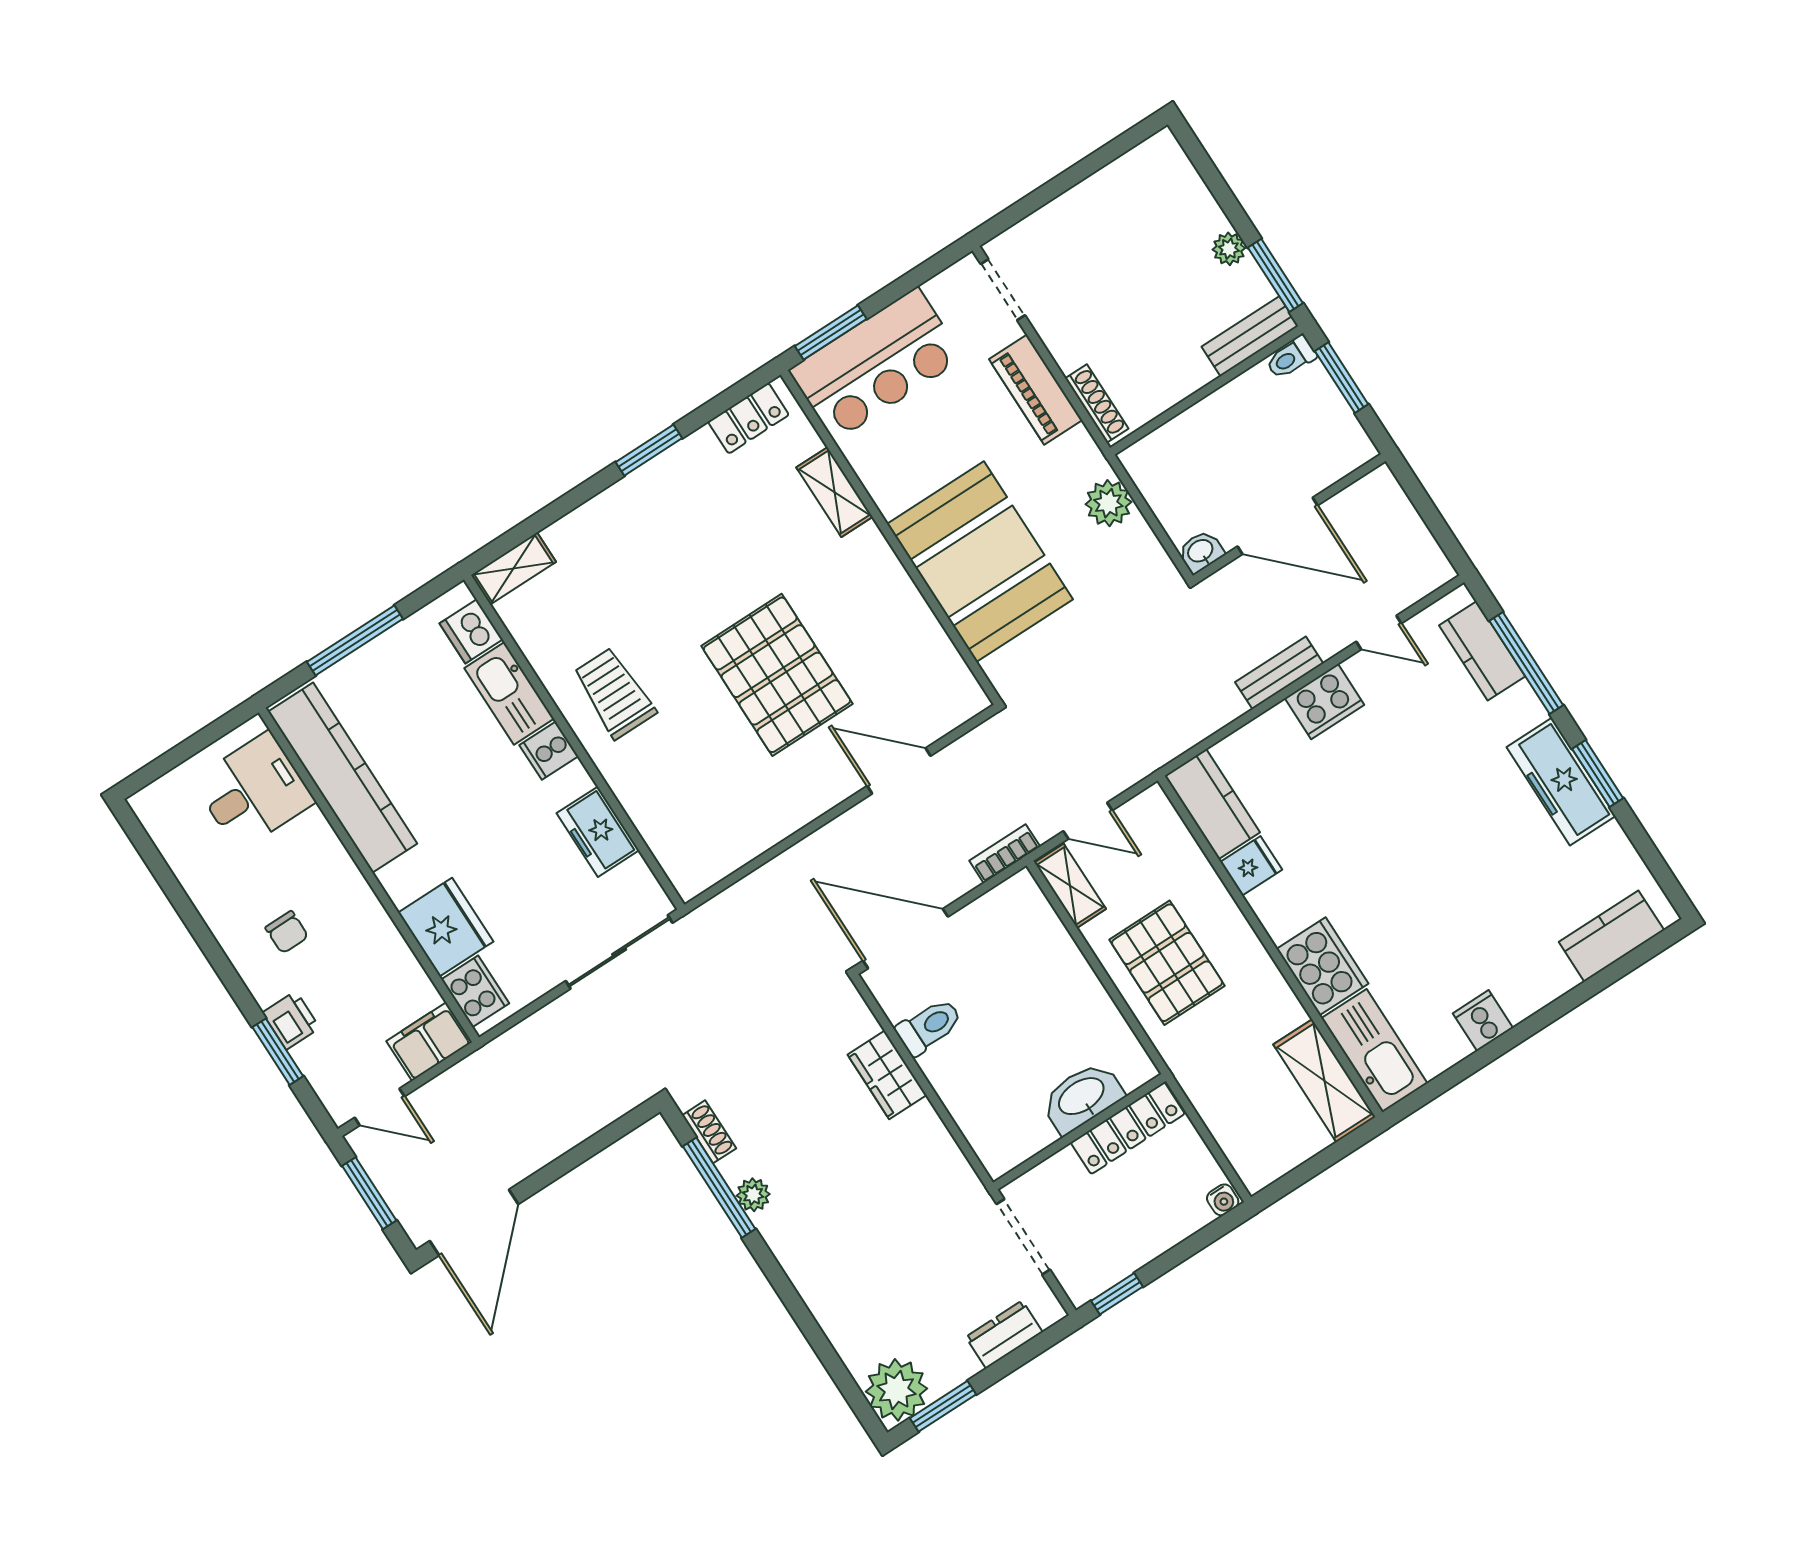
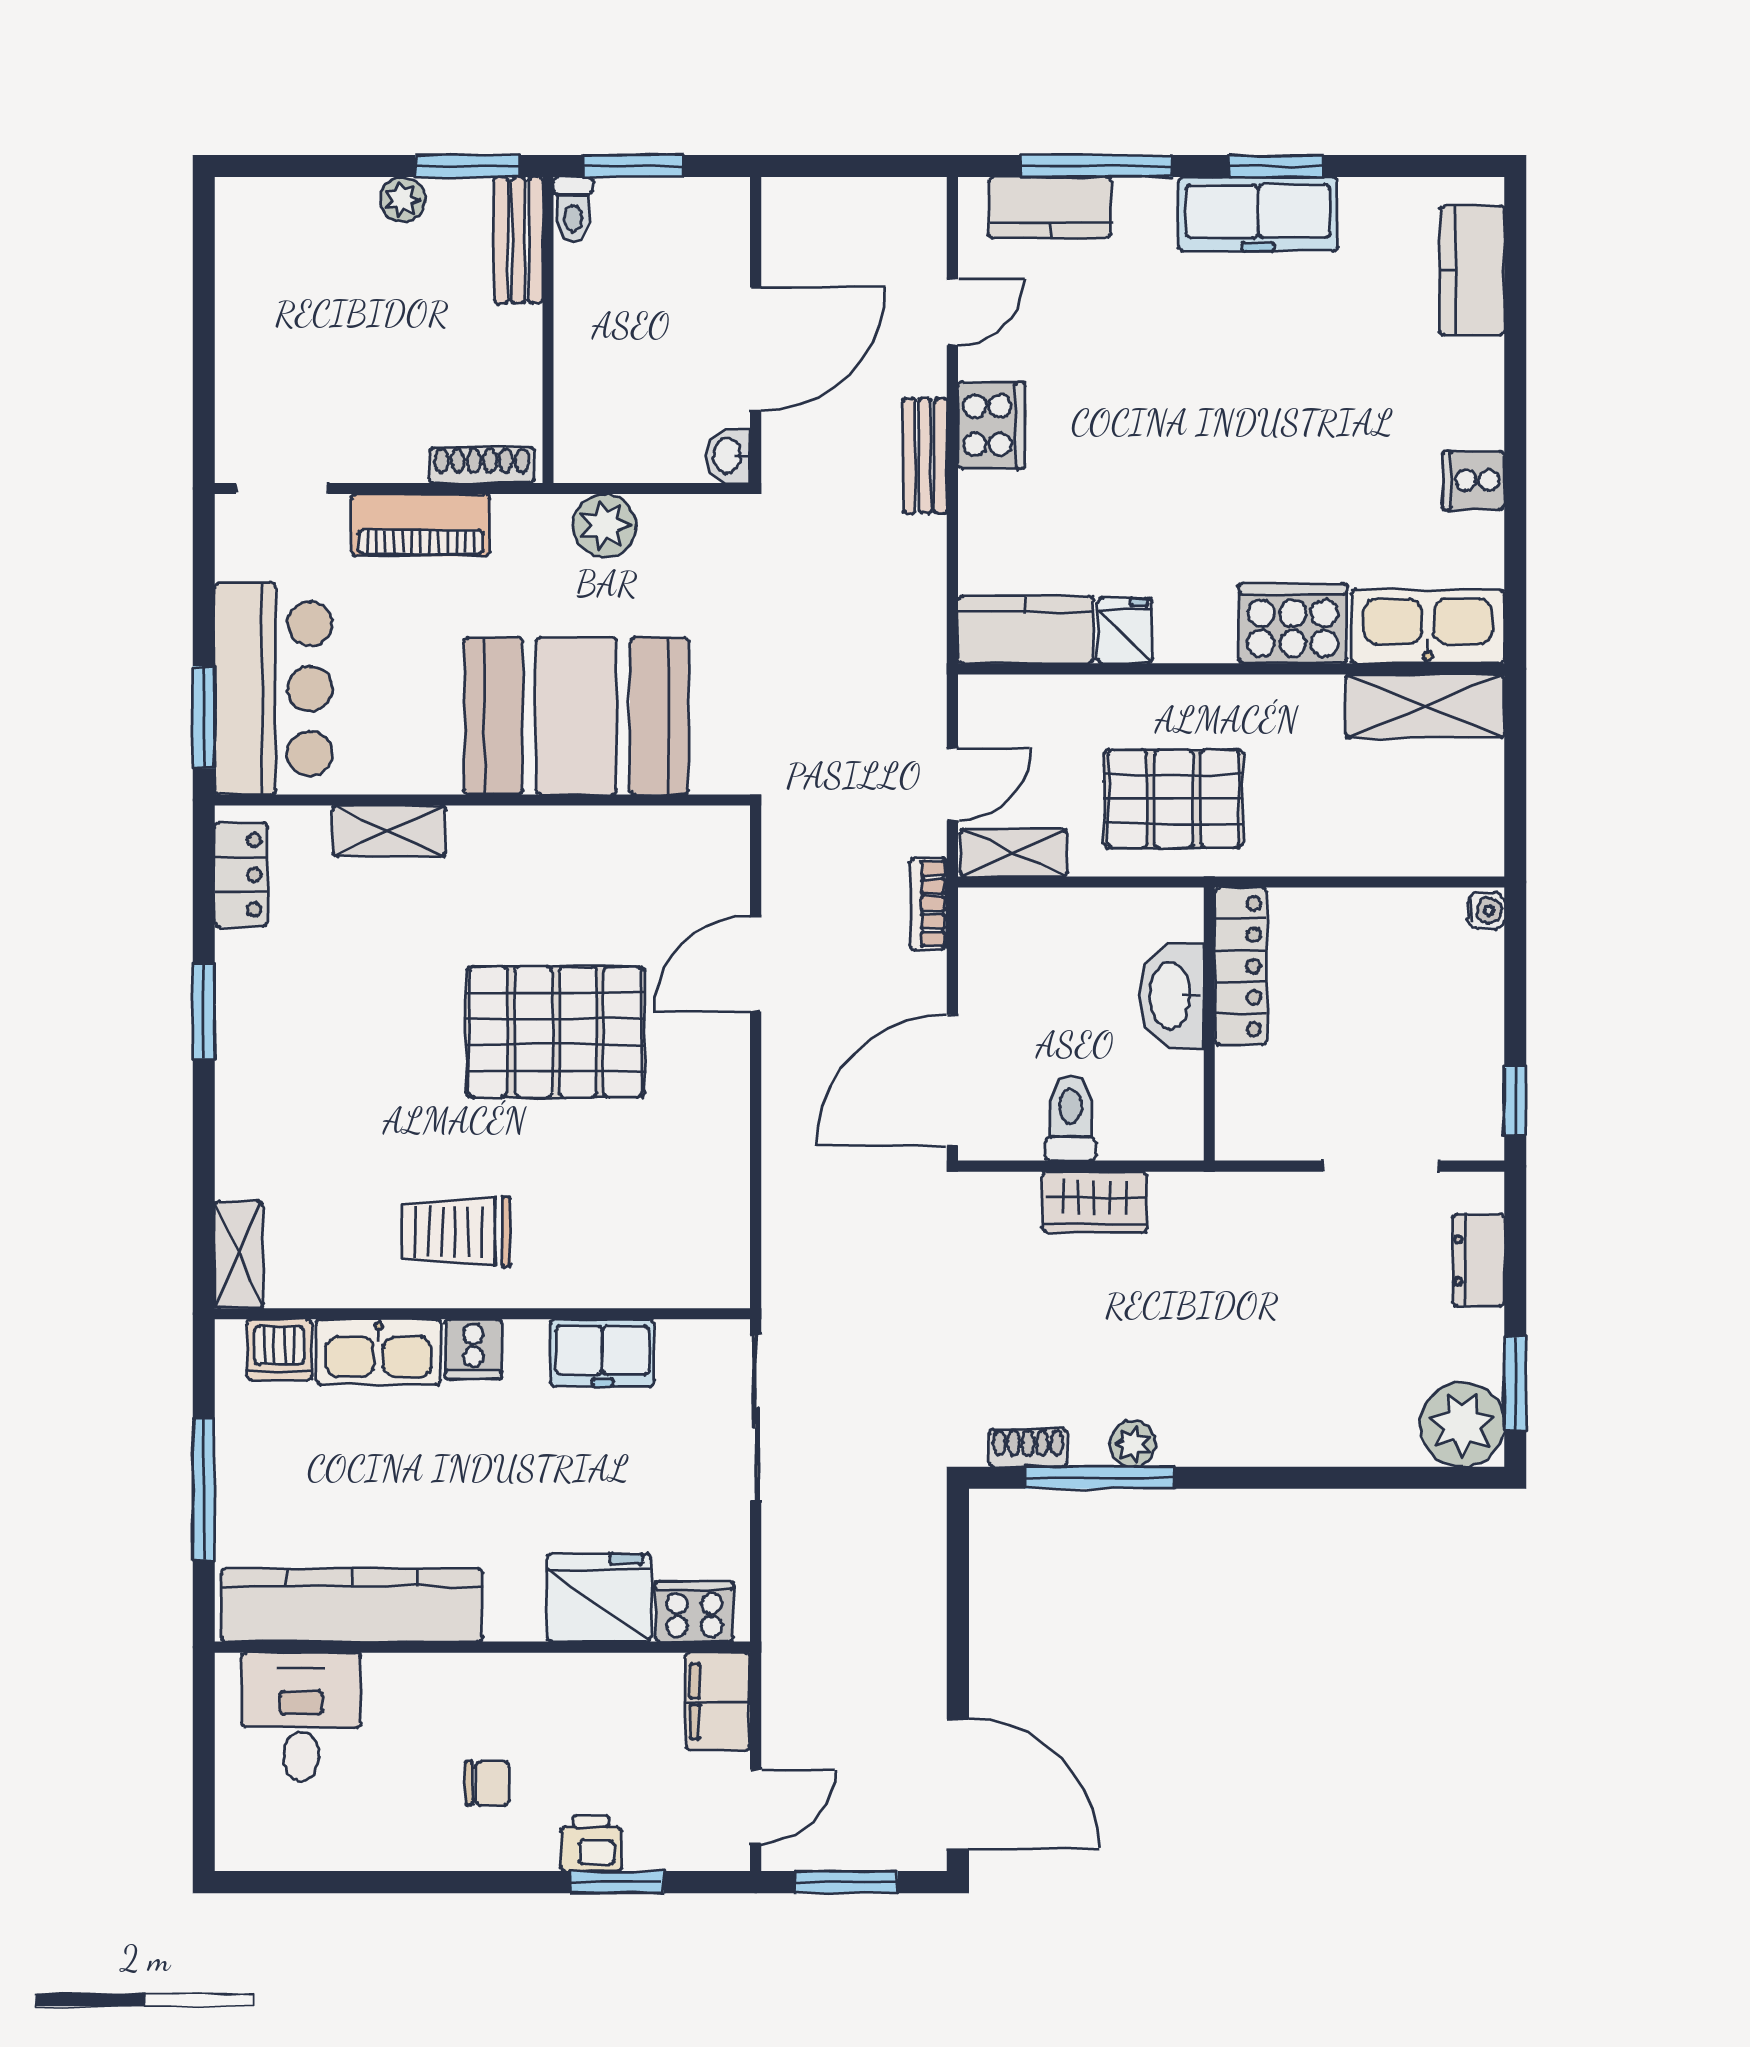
washbasin: (1082, 1097) -> (1172, 996), moved
locker: (1128, 1128) -> (1241, 966), moved
wall: (1079, 1132) -> (1209, 1024), moved

